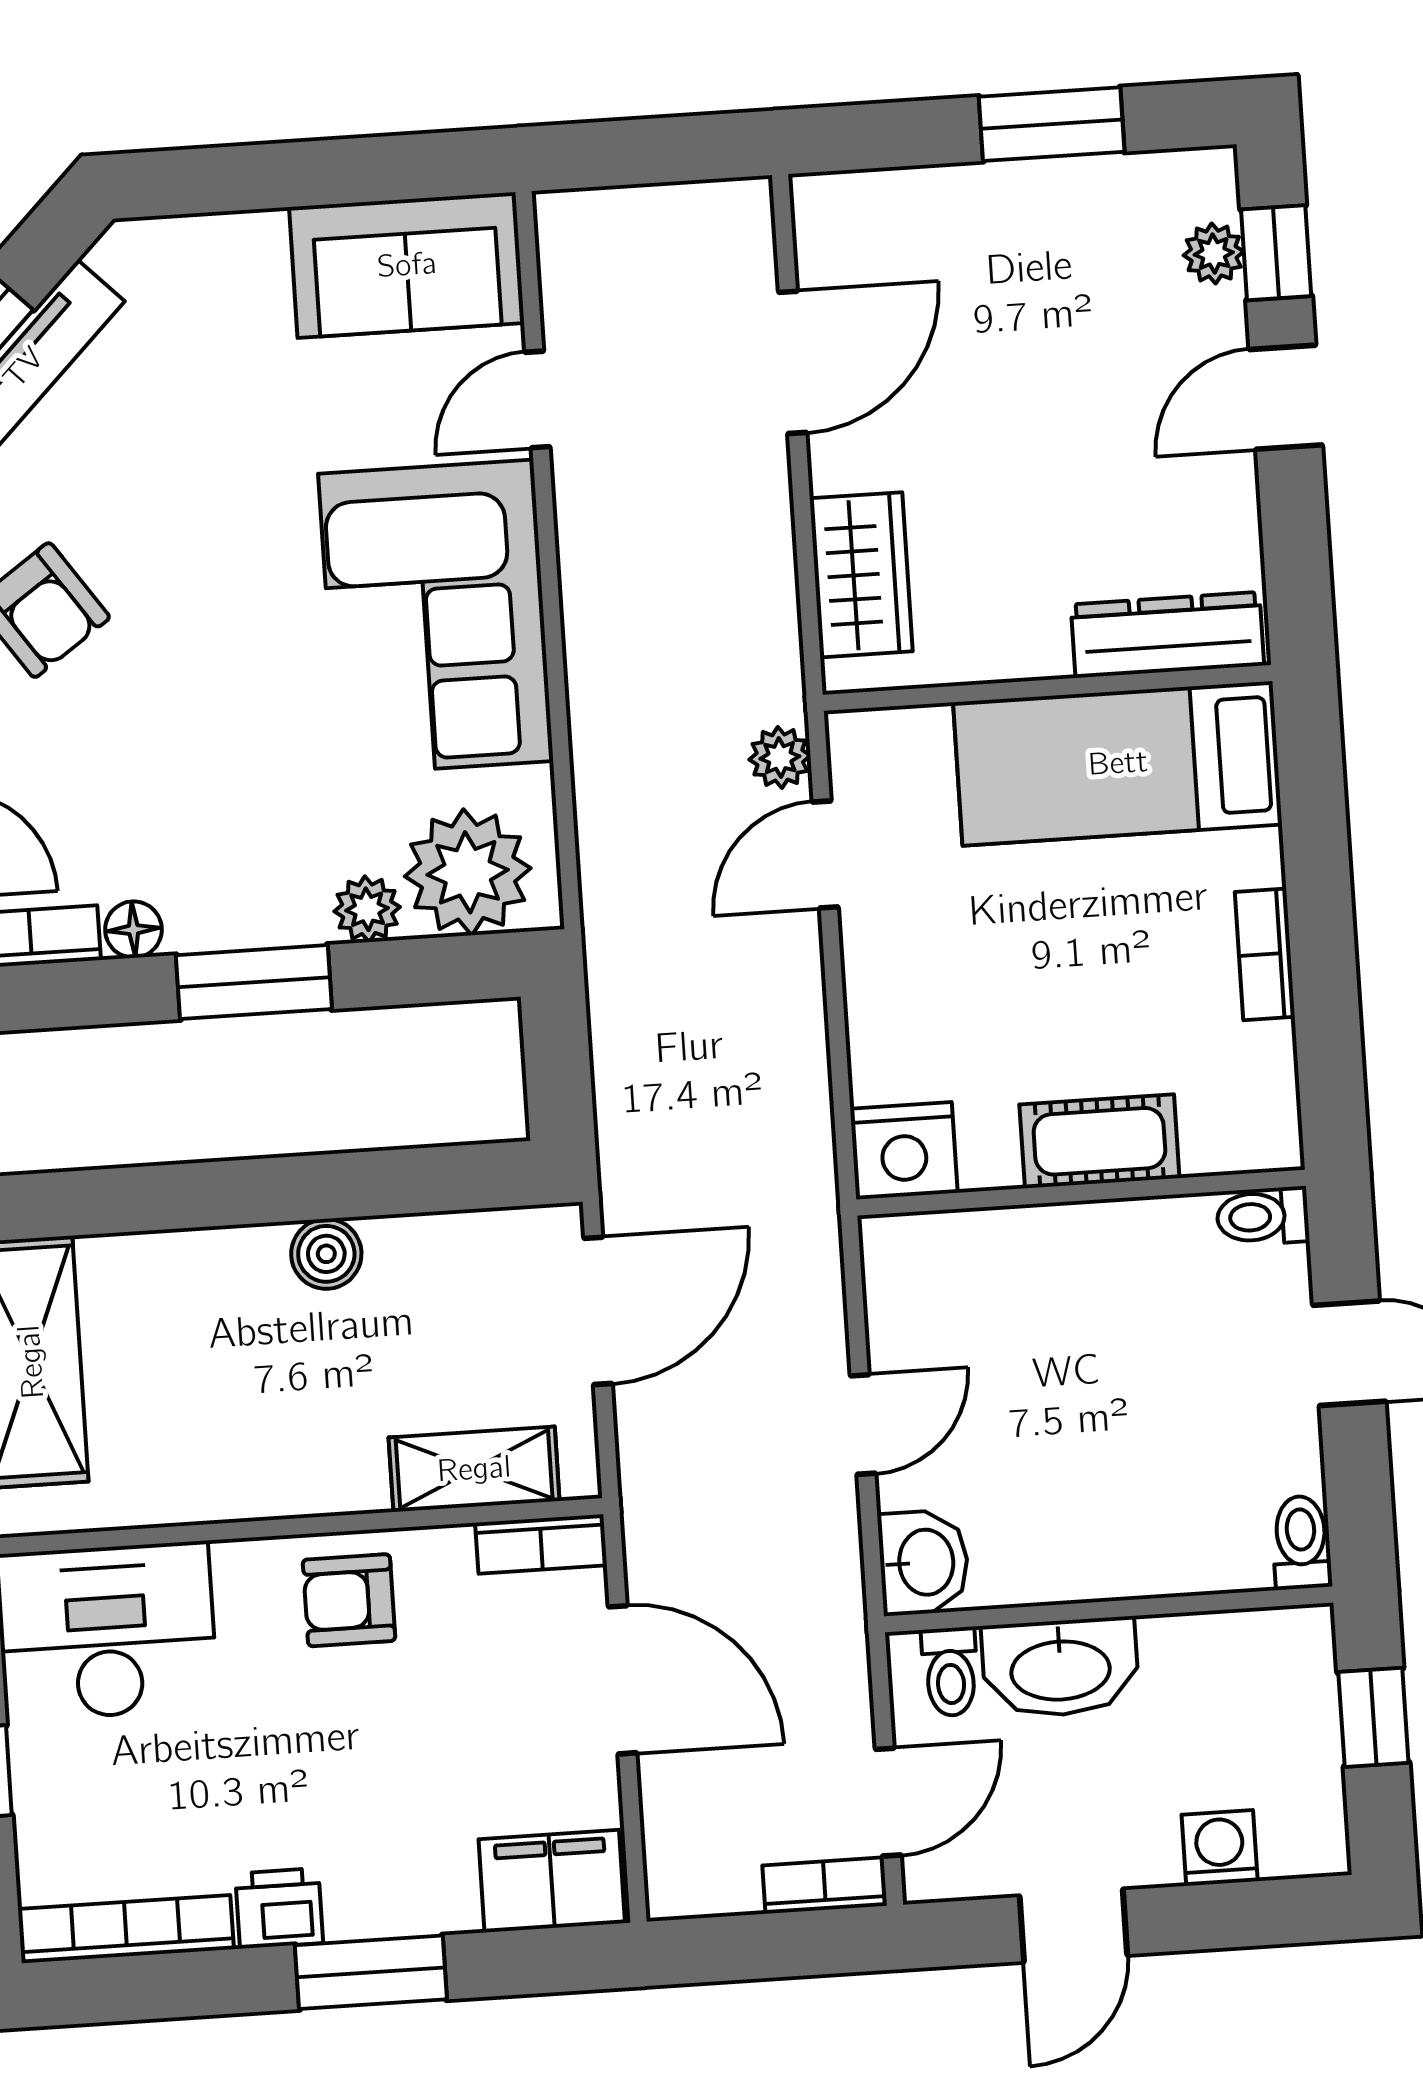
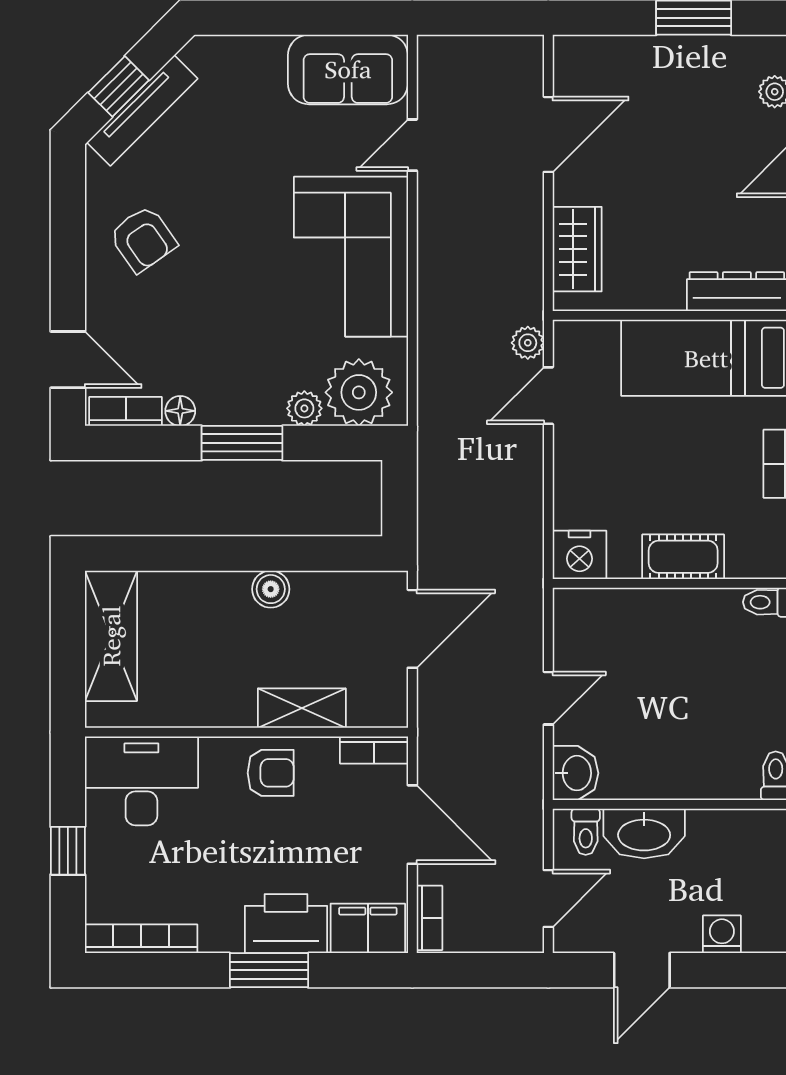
shelving: (474, 1469) -> (302, 708), moved
armchair: (349, 1600) -> (271, 773), turned 180
bookcase: (825, 1886) -> (429, 918), moved, turned 90
printer: (279, 1908) -> (286, 924), moved, width x1.87, depth x1.48

